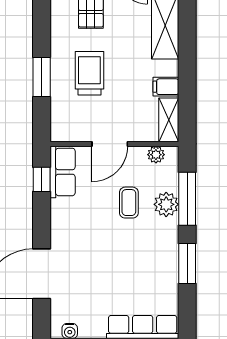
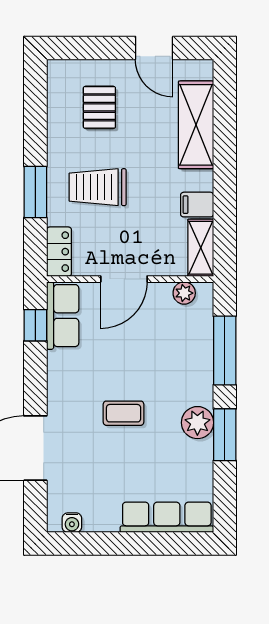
trolley: (89, 73) -> (98, 187), turned -90
locker: (60, 123) -> (59, 252), added
coffee table: (129, 203) -> (124, 413), moved, turned 90
plant: (166, 204) -> (197, 423), moved

